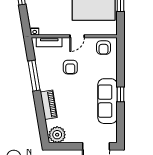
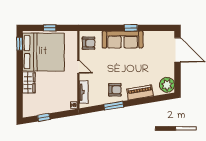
armchair: (70, 67) -> (115, 90), moved
window: (34, 76) -> (114, 106), width x0.69
sofa: (108, 101) -> (123, 39), moved

